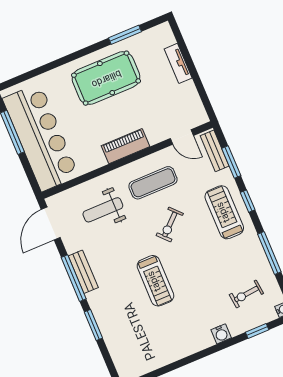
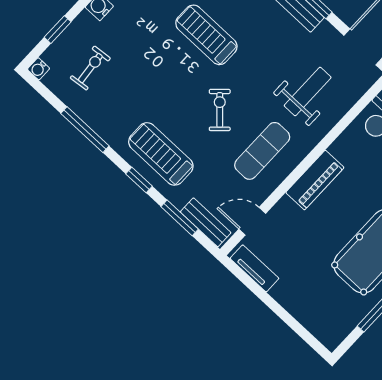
tv unit: (178, 63) -> (254, 268), moved
treadmill: (224, 212) -> (161, 154), turned 180

